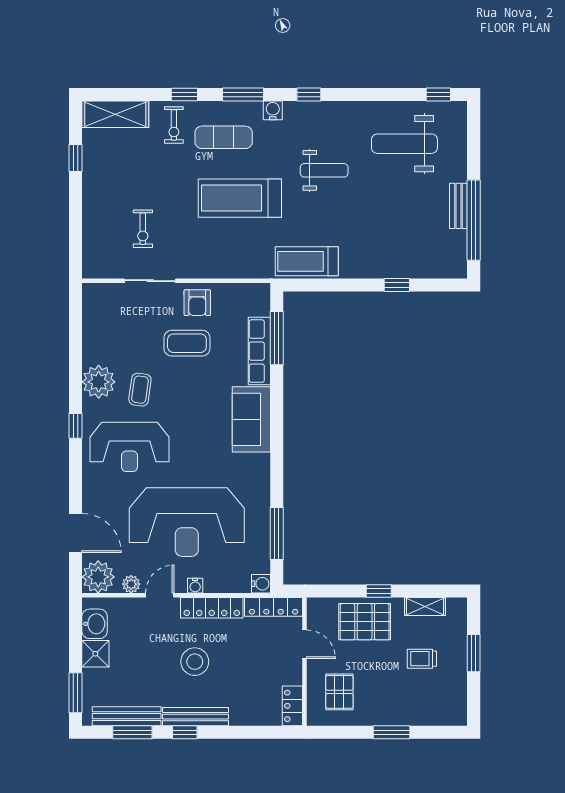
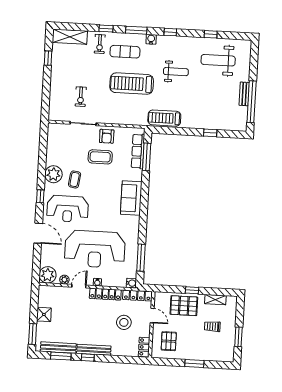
window: (438, 94) -> (211, 34), moved
row of seats: (259, 351) -> (138, 151), moved
door: (76, 533) -> (38, 233), moved
washbasin: (95, 624) -> (44, 299), removed
window: (474, 653) -> (238, 337), moved
stool: (195, 662) -> (124, 322), moved

